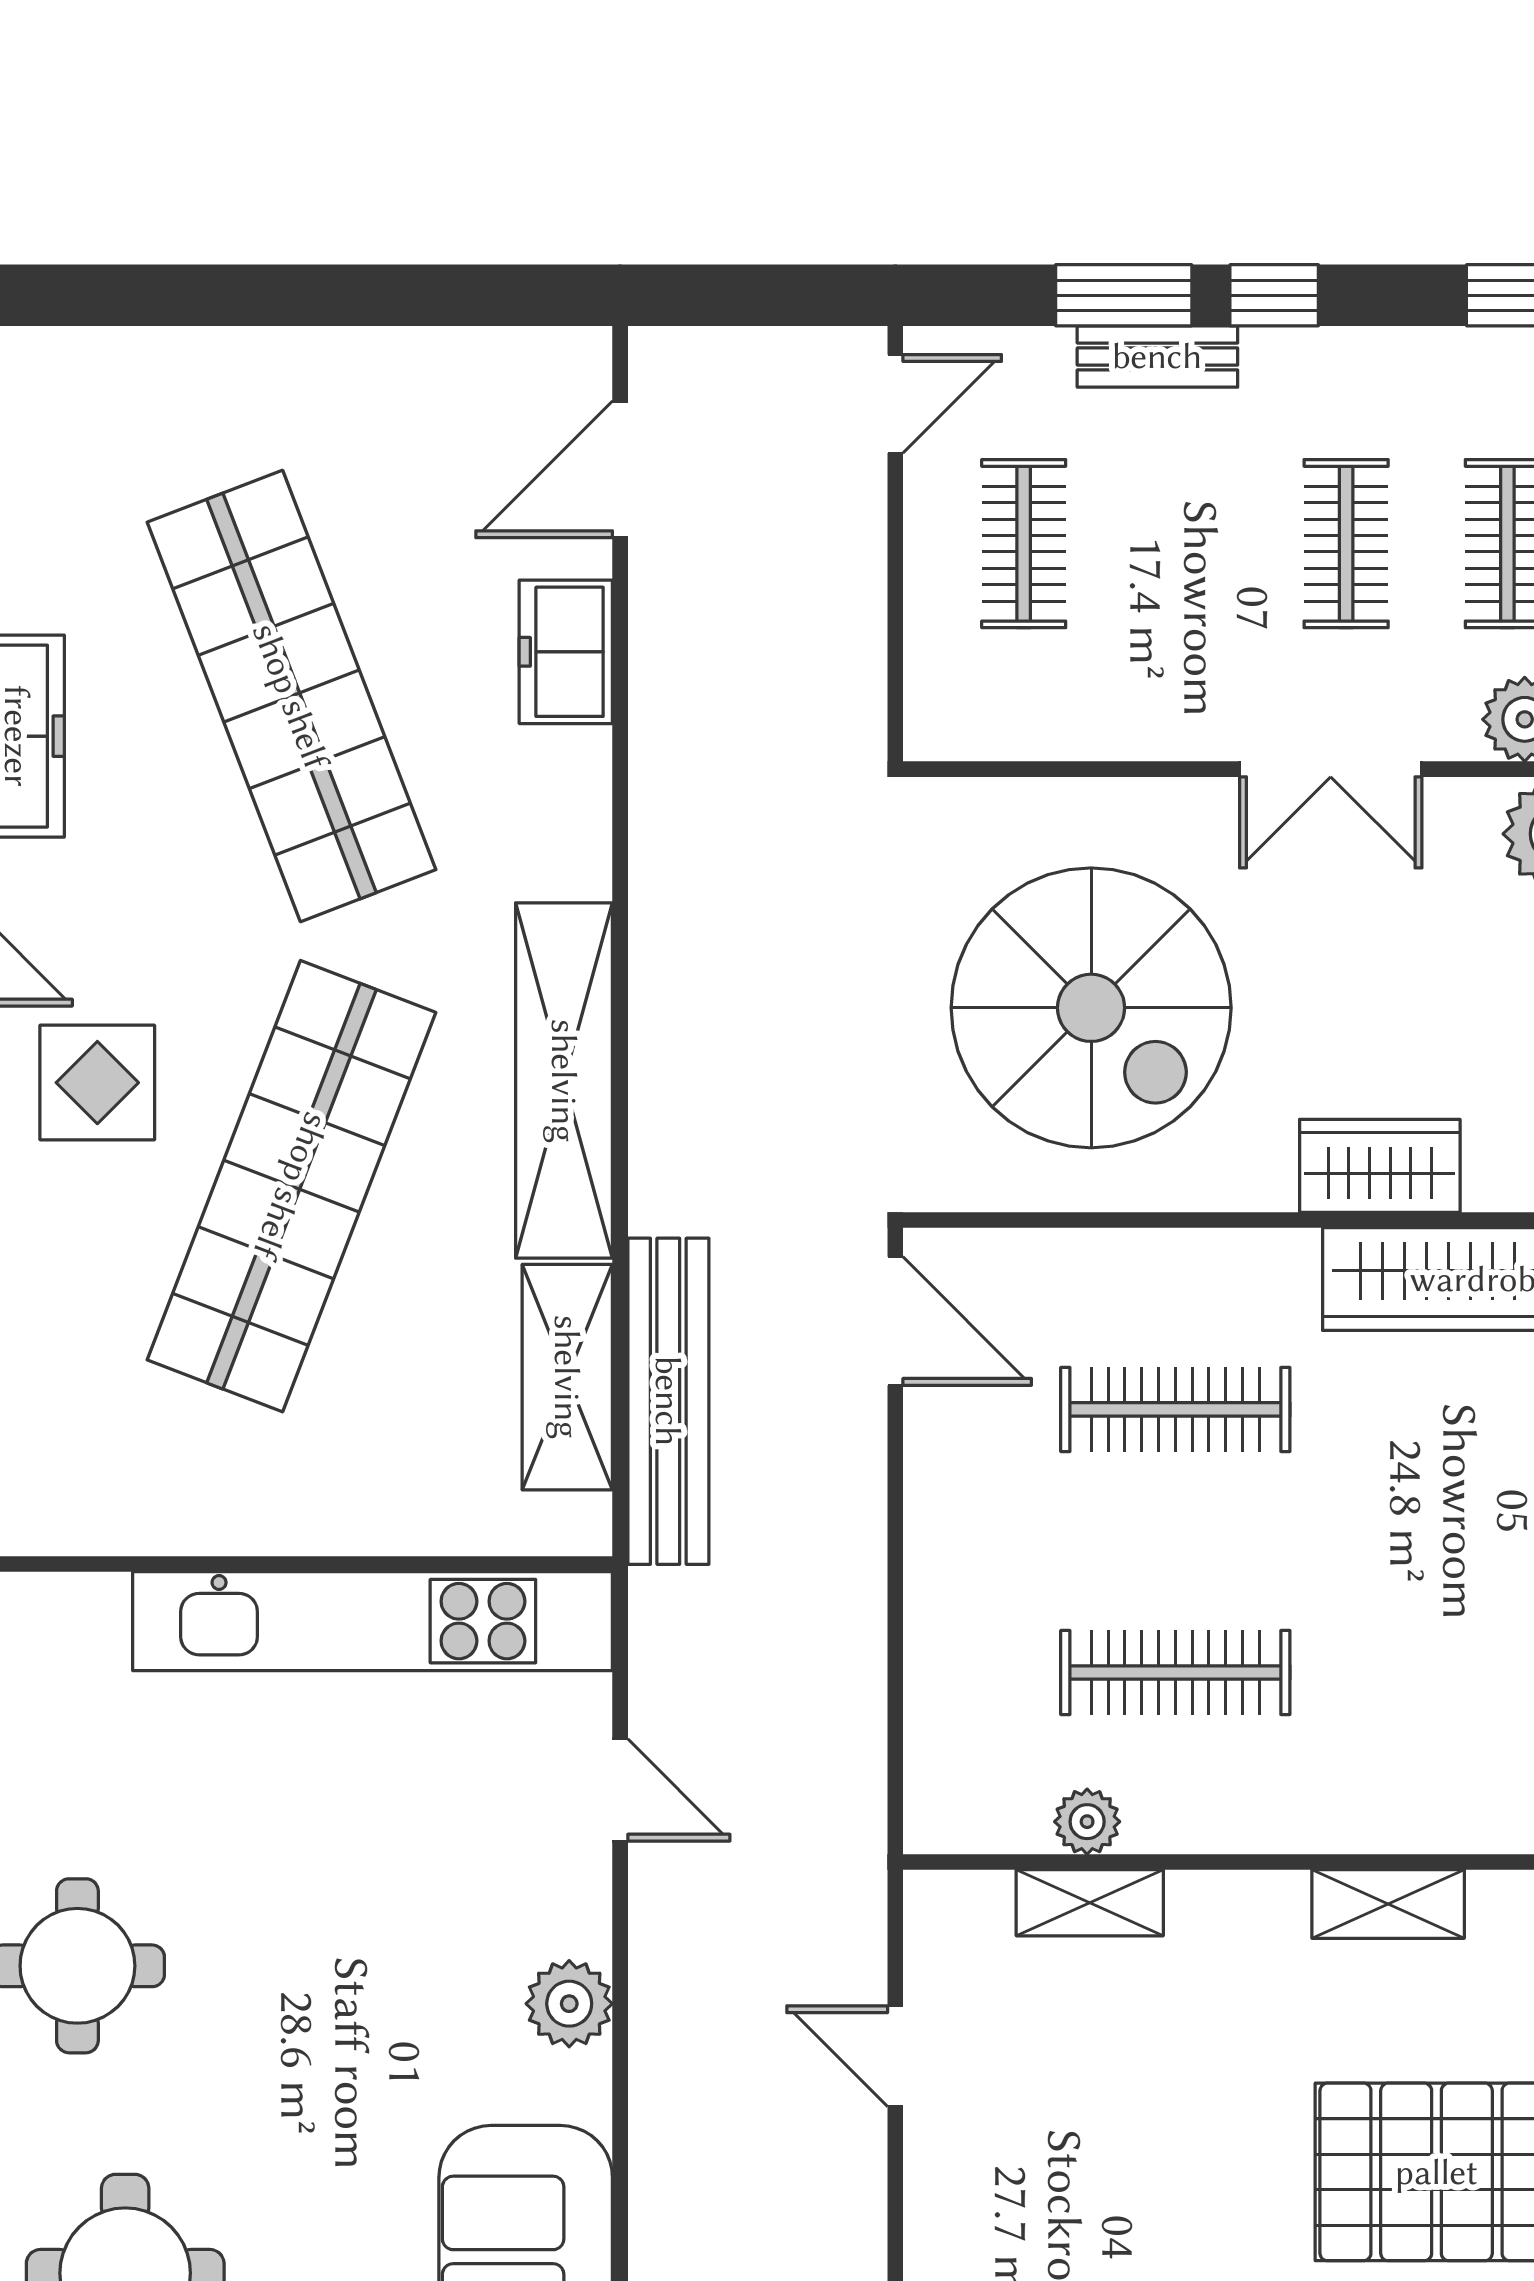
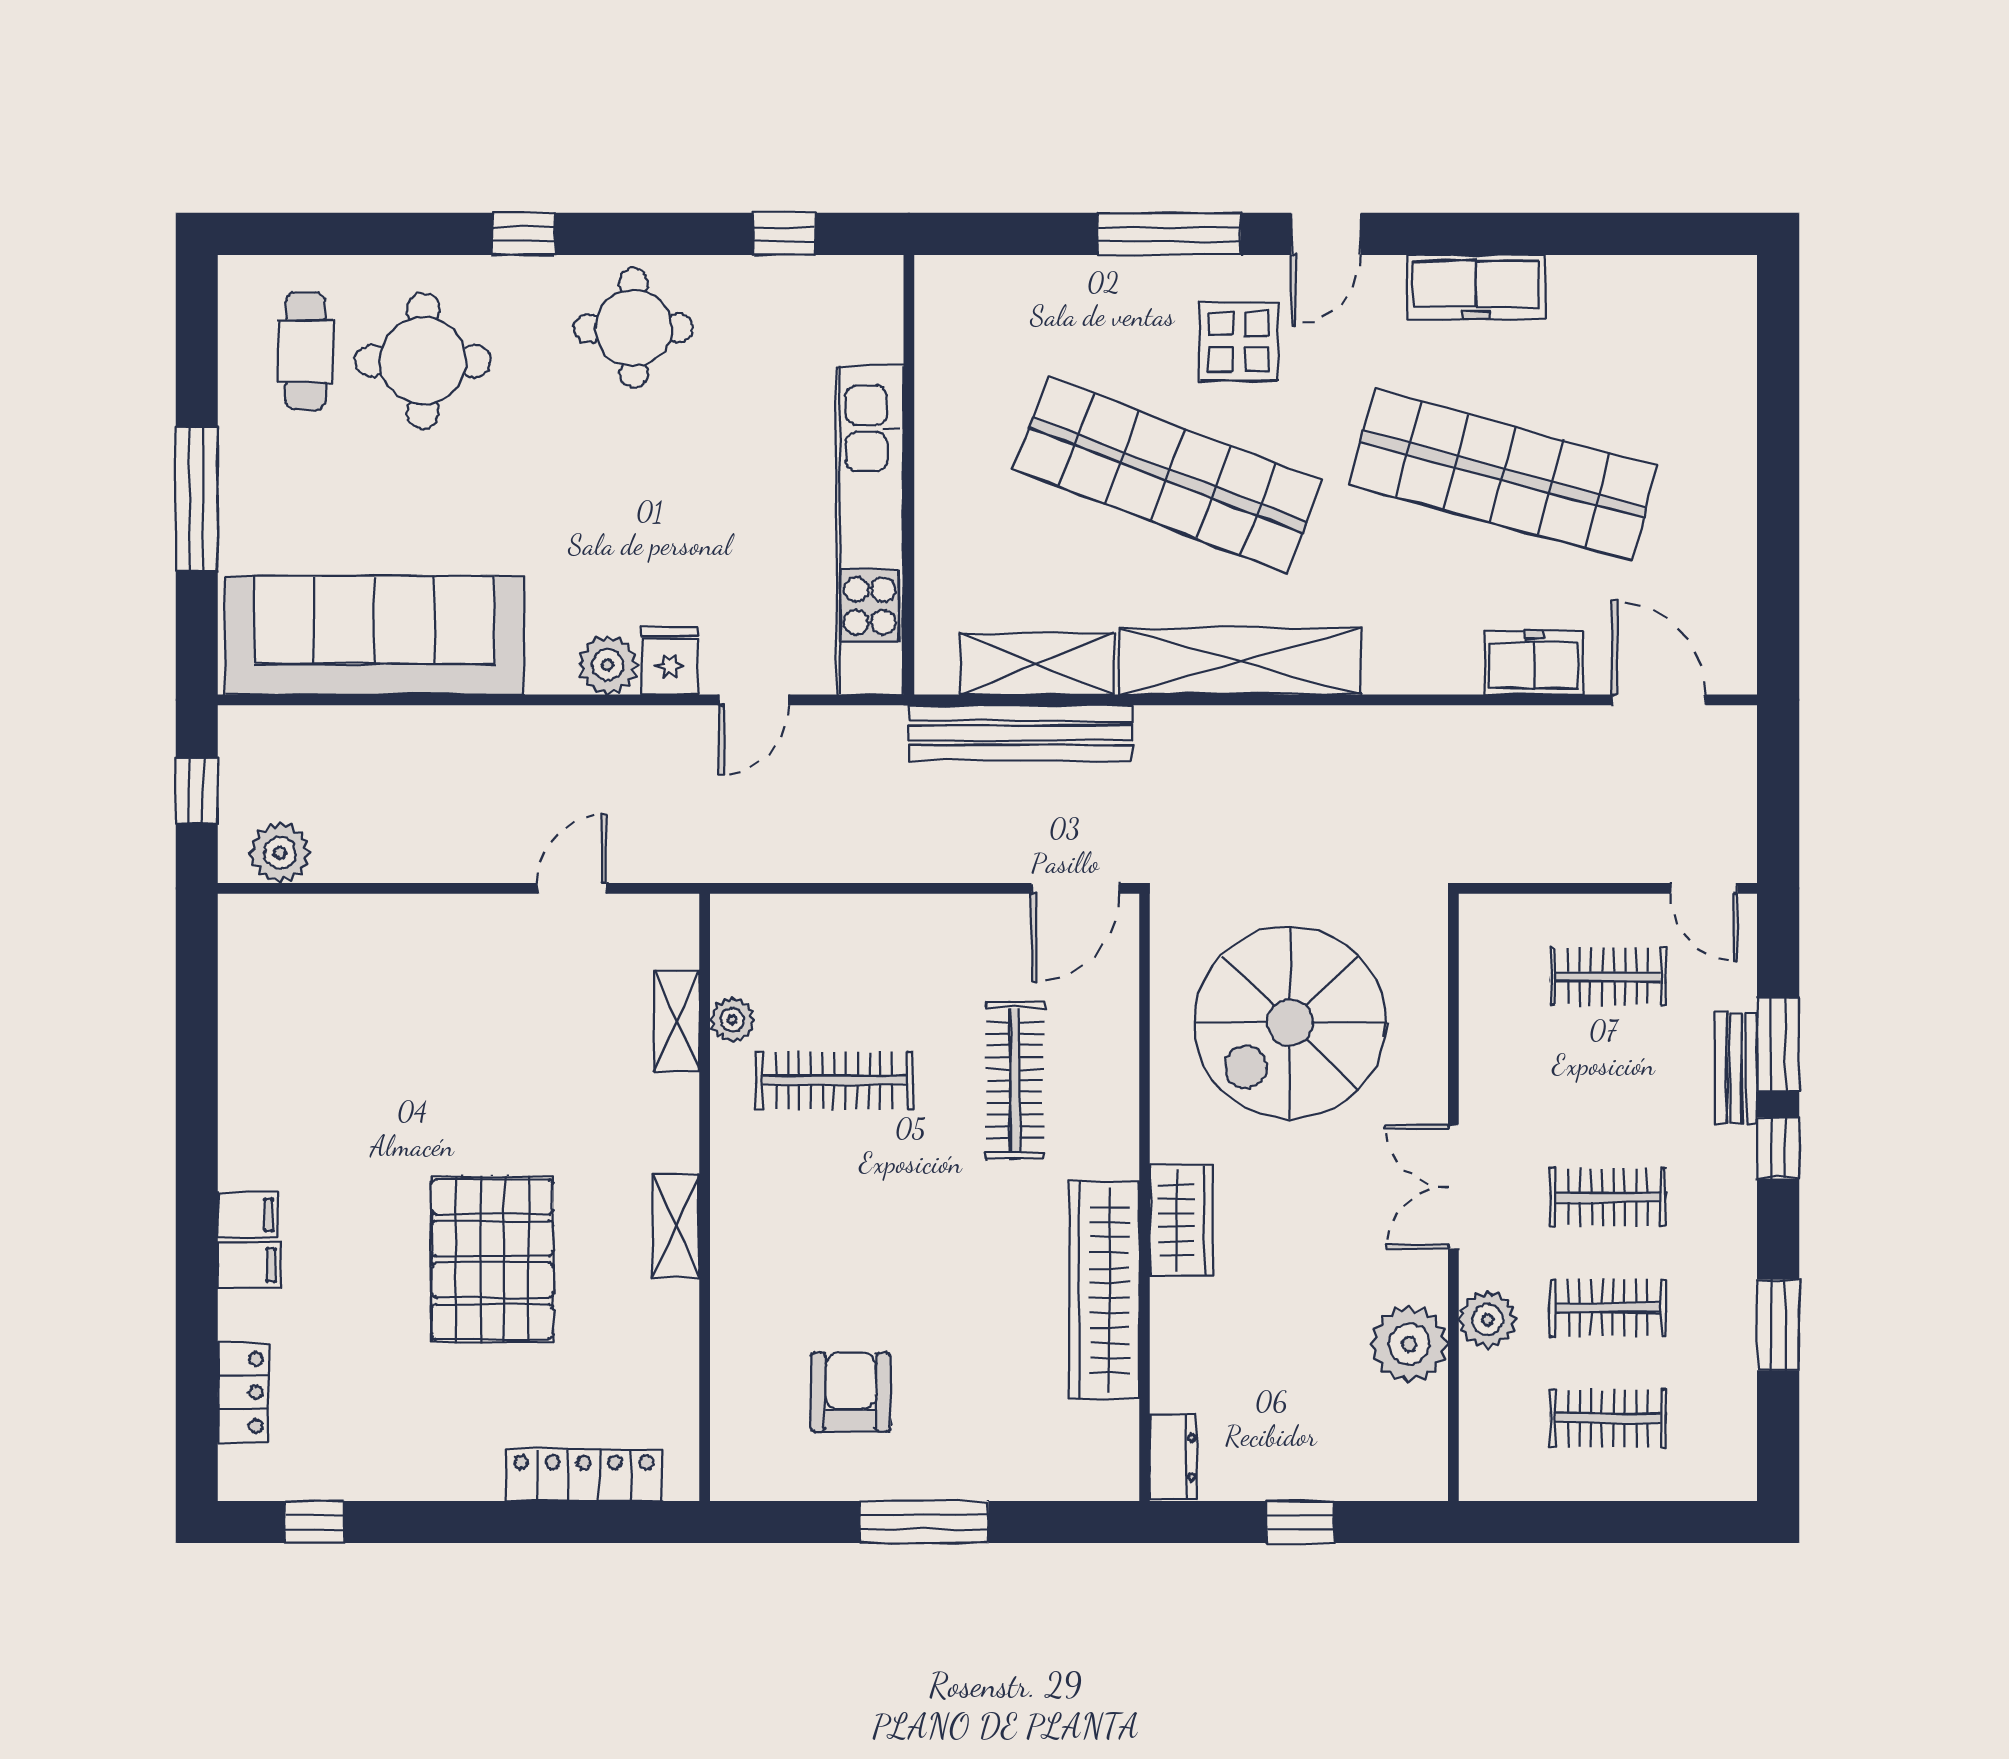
shop shelf: (291, 696) -> (1504, 475), turned 36
clothes rail: (1175, 1673) -> (834, 1080), turned 90
fridge: (563, 1913) -> (670, 661), added

